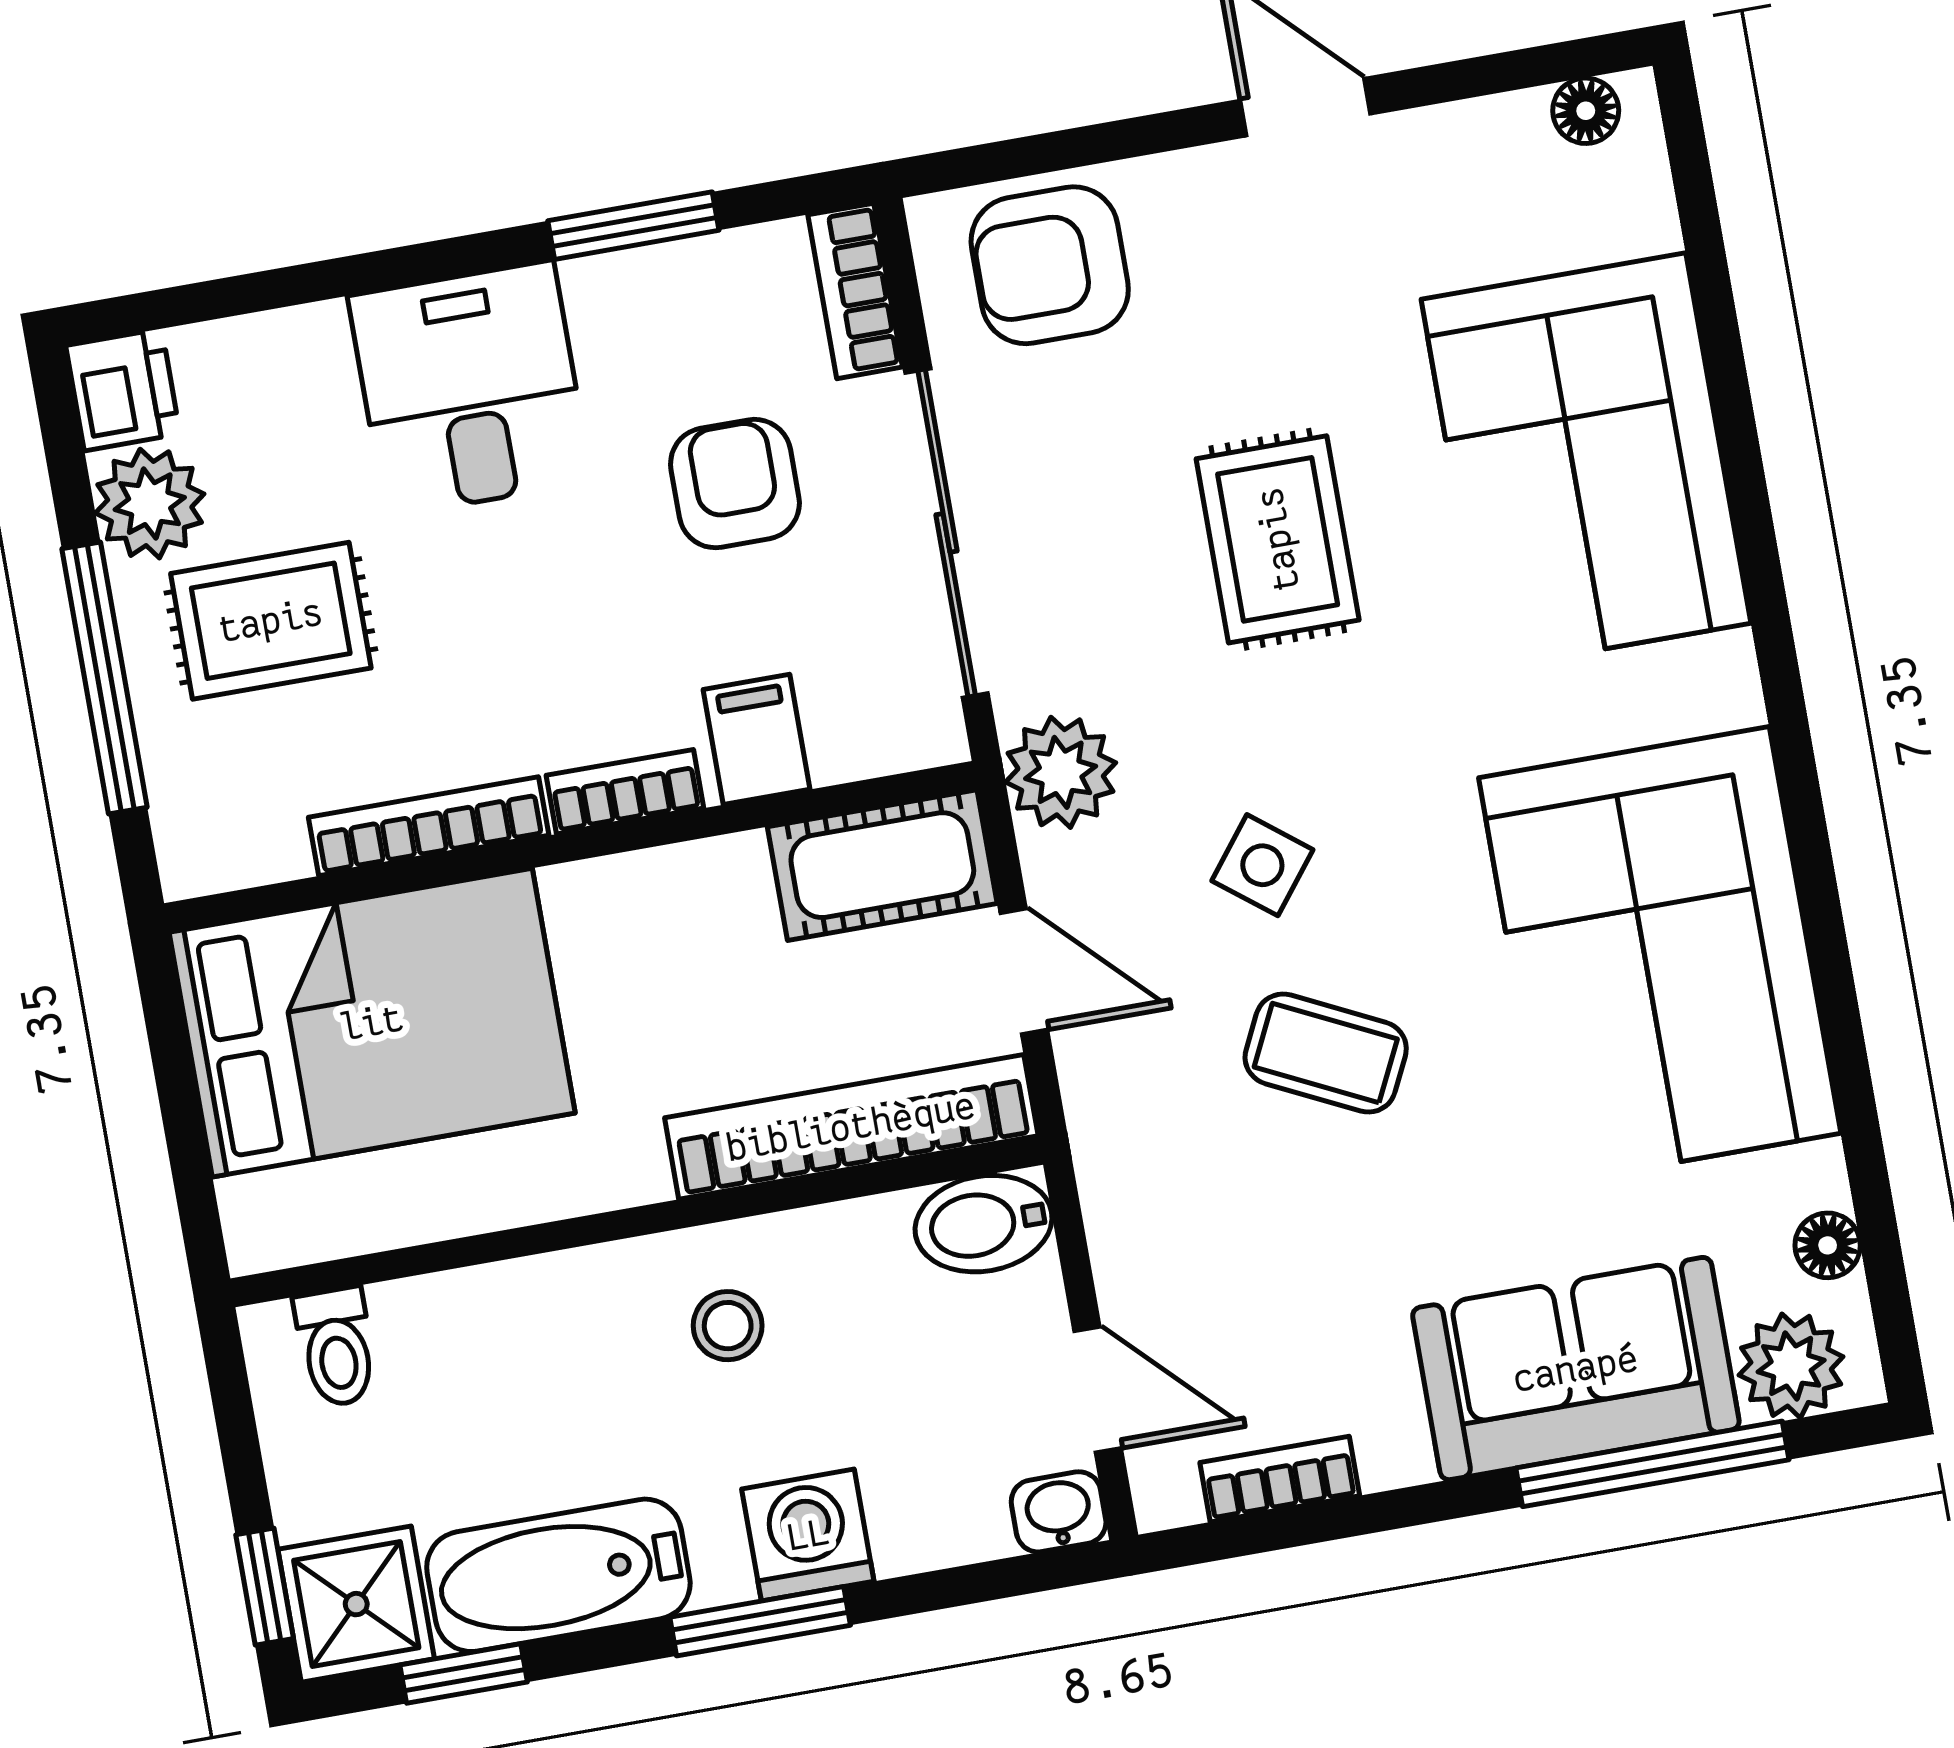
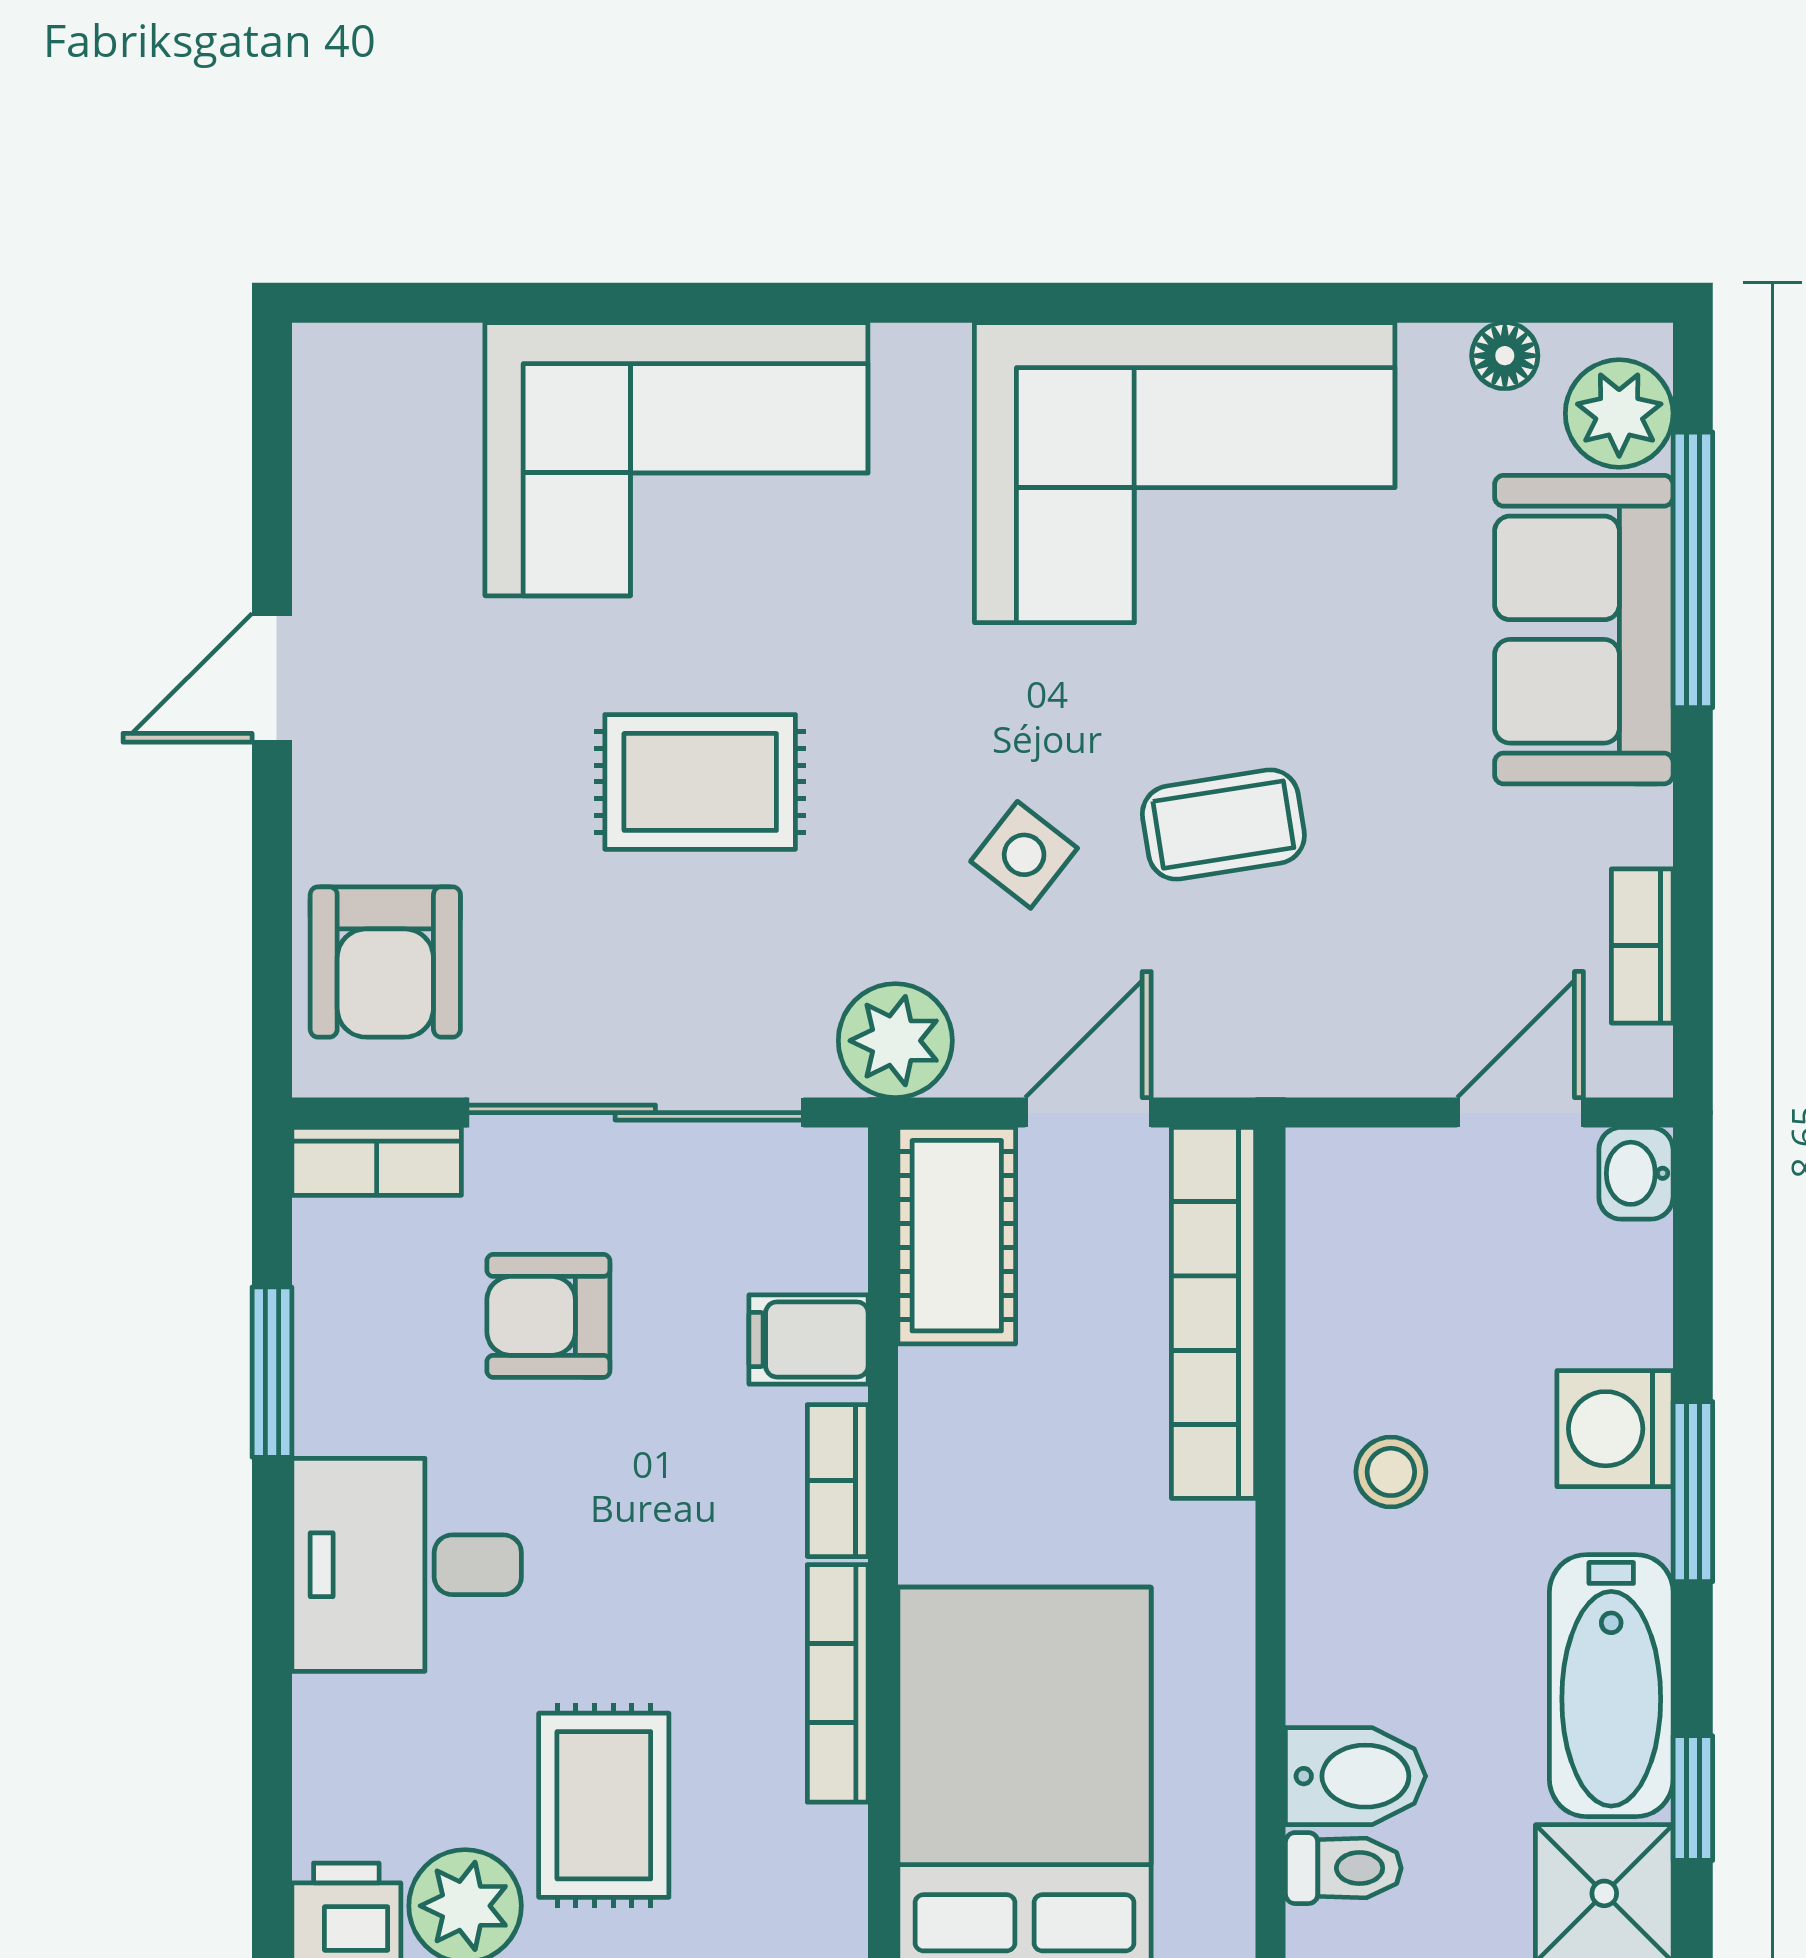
floor lamp: (1586, 111) -> (325, 398), removed
coffee table: (1326, 1053) -> (1223, 825), turned 55
bidet: (984, 1224) -> (1356, 1776), moved, turned -90

